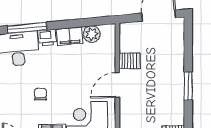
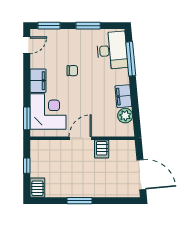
printer: (47, 38) -> (122, 77), removed
door: (117, 85) -> (80, 138), hinge flipped

